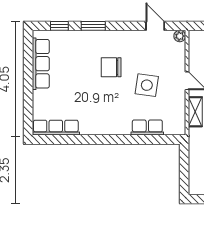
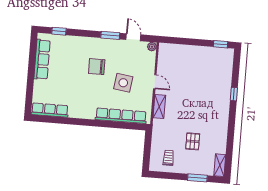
window: (93, 26) -> (110, 35), moved
row of seats: (147, 128) -> (121, 116), width x2.02

